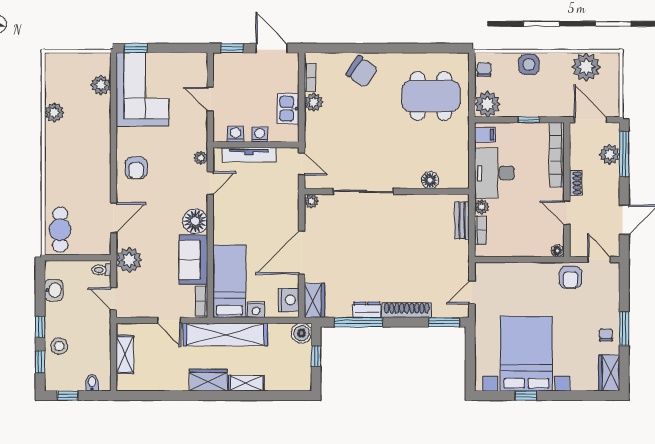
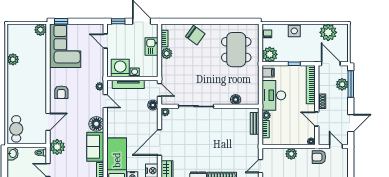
plant: (101, 85) -> (40, 30), moved
dining table: (431, 96) -> (236, 50), turned 90
door: (210, 99) -> (105, 41), moved
kitchen sink: (288, 109) -> (152, 47), moved
washing machine: (236, 134) -> (120, 68), width x1.89, depth x1.89
door: (210, 183) -> (105, 101), hinge flipped
floor lamp: (290, 190) -> (153, 105), added
plant: (524, 272) -> (291, 154), added
armchair: (570, 277) -> (319, 157), turned 90
washbasin: (54, 290) -> (12, 154), moved

